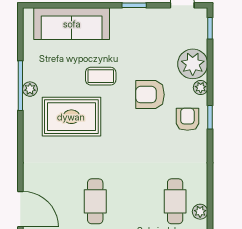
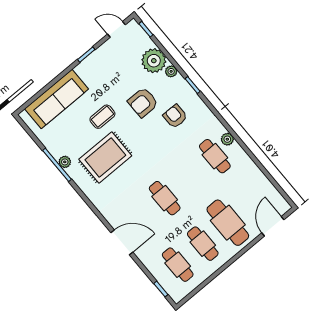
armchair: (187, 119) -> (175, 116), moved
plant: (200, 212) -> (227, 139), moved

